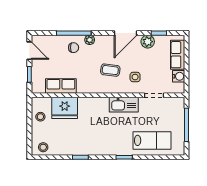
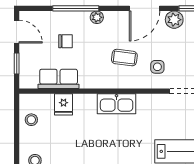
chair: (74, 48) -> (66, 41), moved
kitchen sink: (124, 105) -> (117, 104), moved
fridge: (65, 108) -> (64, 104), width x0.53, depth x0.75

